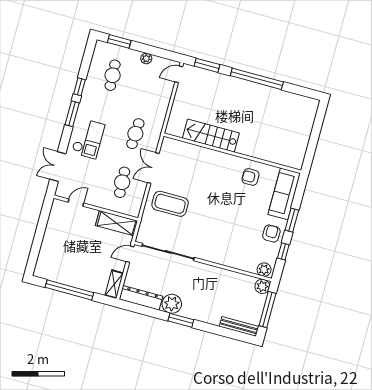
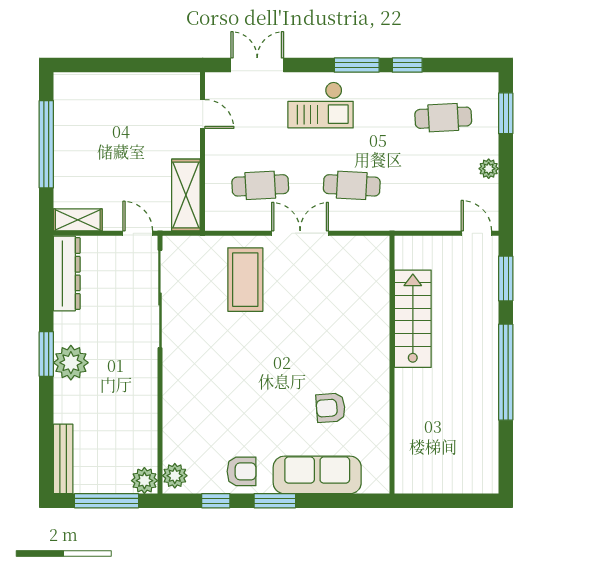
stairs: (211, 136) -> (413, 319), moved
wall: (232, 153) -> (392, 365), moved
armchair: (250, 177) -> (331, 408), turned -94
plant: (172, 304) -> (71, 363), moved

